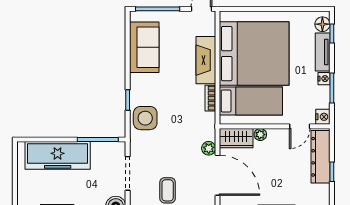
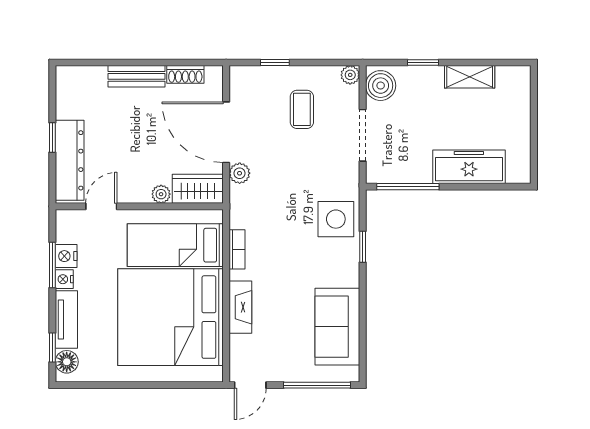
fireplace: (206, 60) -> (240, 307), width x0.73, depth x0.76
nightstand: (323, 117) -> (66, 256), moved
freezer: (58, 155) -> (469, 167), width x0.73, depth x0.79

